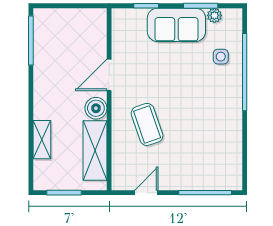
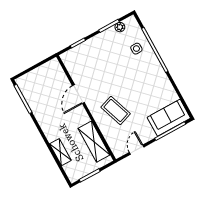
sofa: (176, 25) -> (169, 118), moved, turned 180
boiler: (96, 108) -> (81, 117), removed

